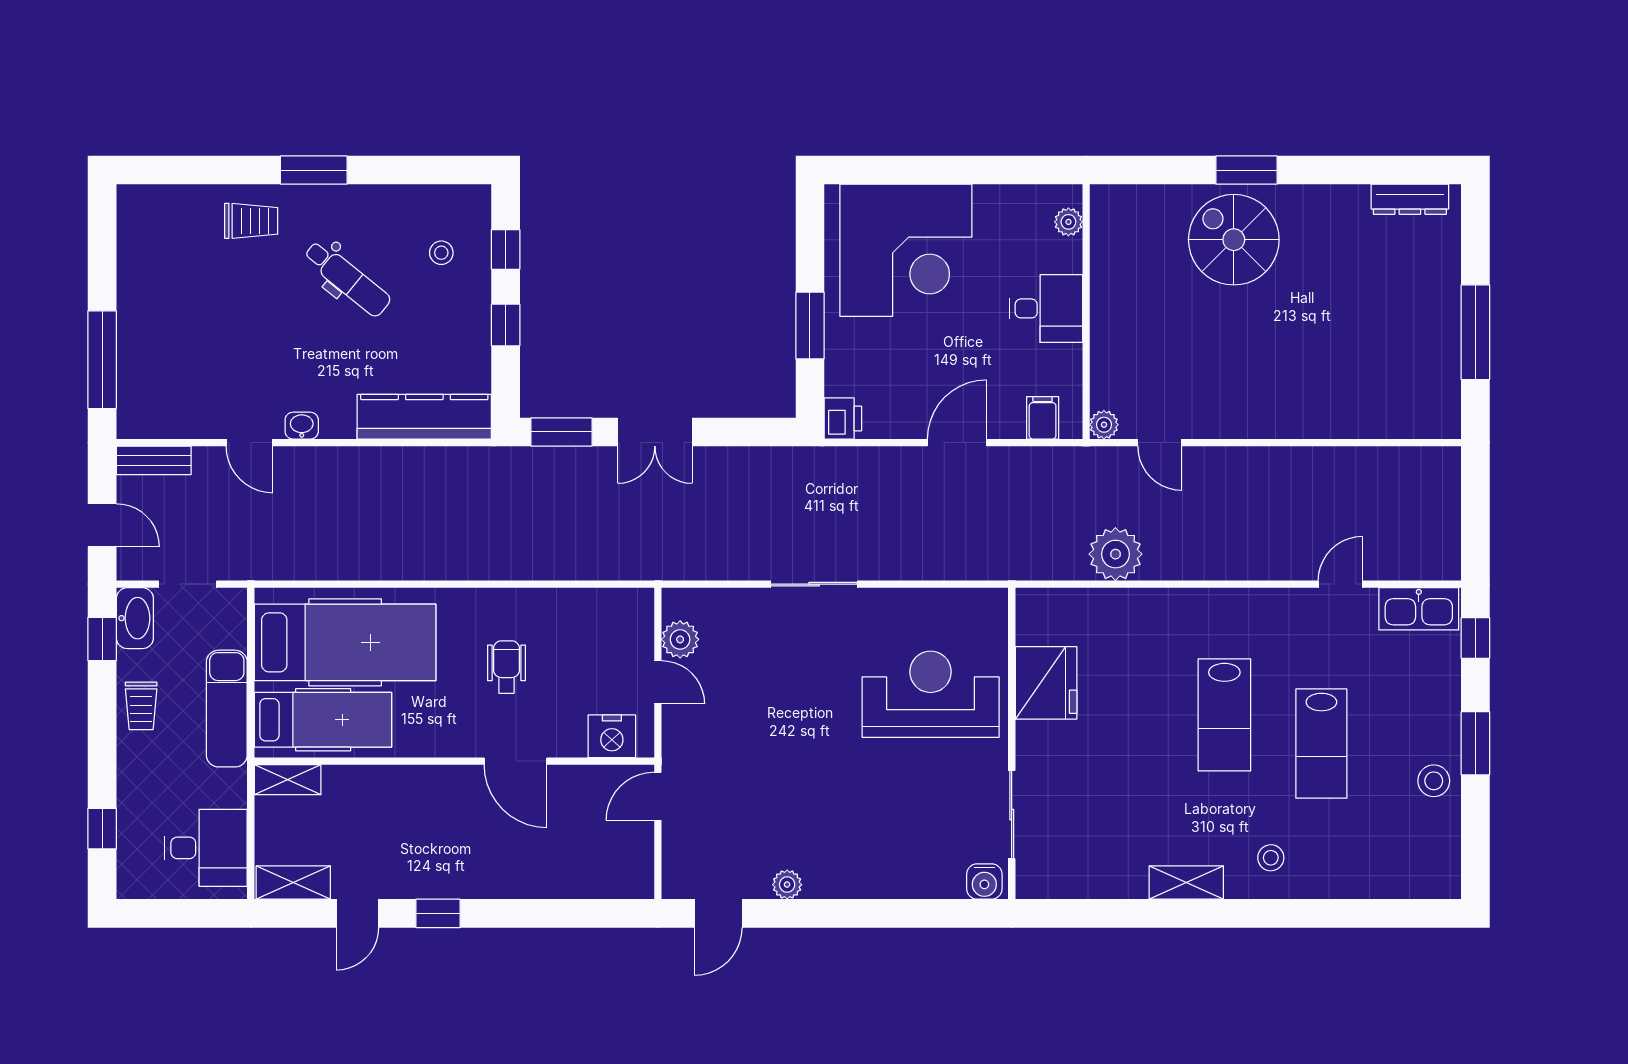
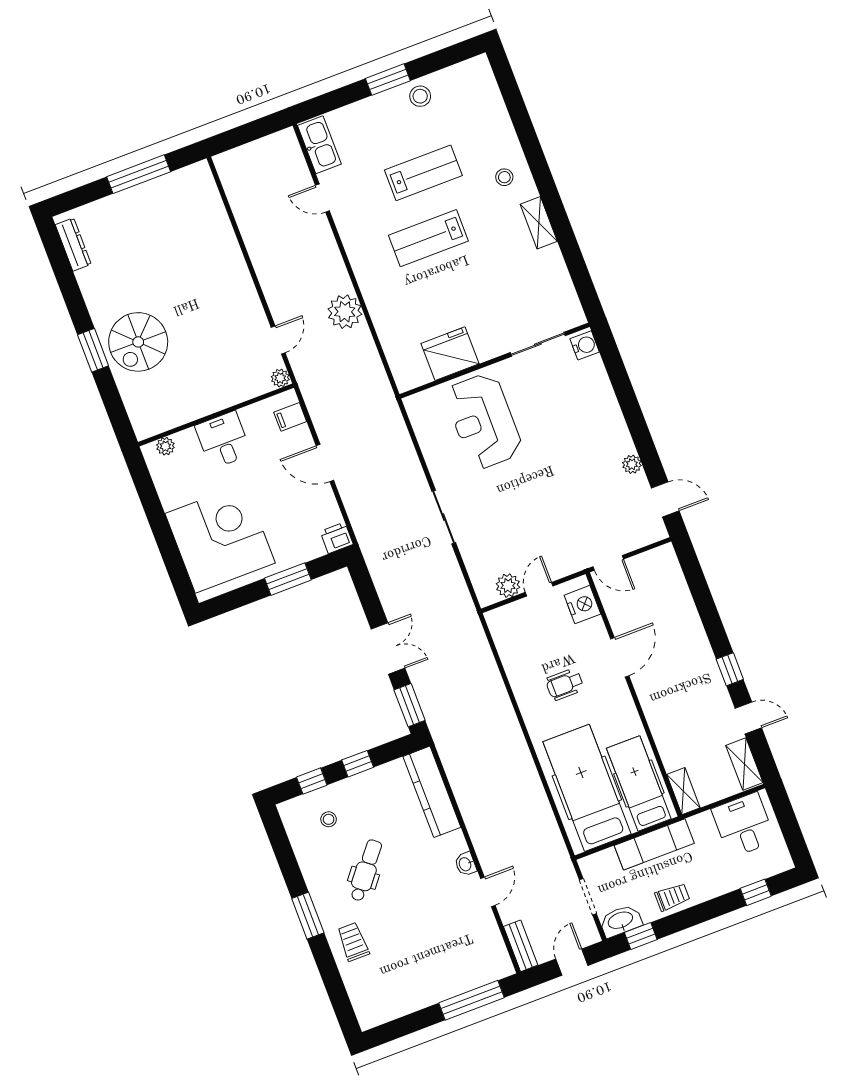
plant: (1115, 554) -> (345, 312), moved
window: (1475, 638) -> (324, 104), removed
lab bench: (1224, 715) -> (428, 238), turned 180

